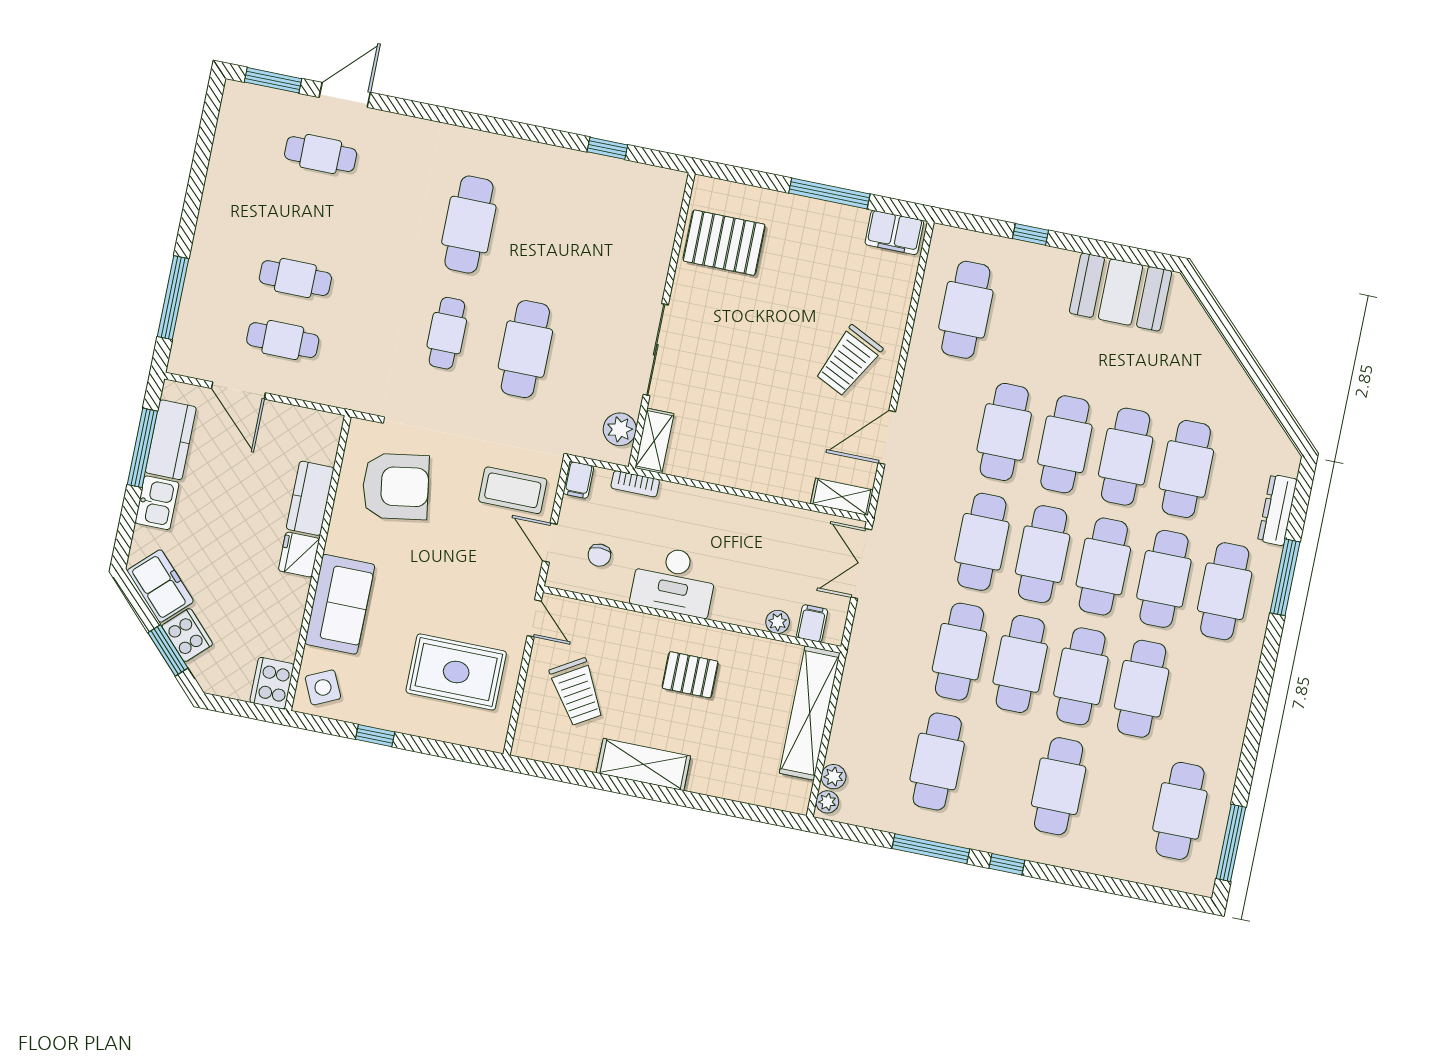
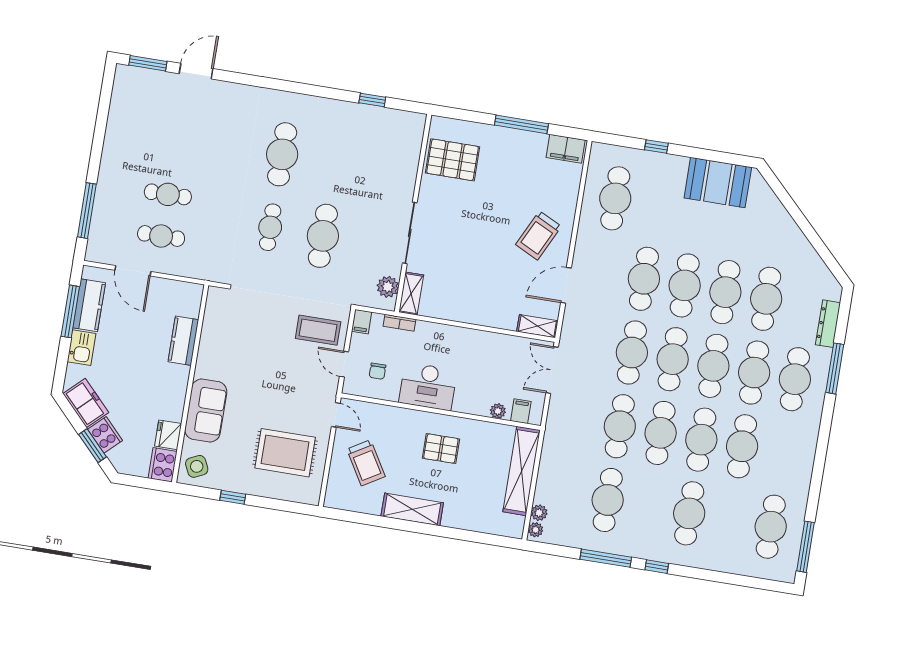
cafe table: (321, 154) -> (181, 111), removed
armchair: (396, 486) -> (240, 331), removed
fridge: (299, 555) -> (168, 435), moved

